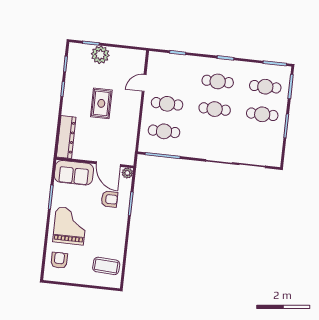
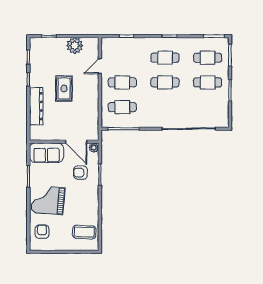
plant: (100, 55) -> (75, 45), moved
dresser: (66, 137) -> (36, 106), moved
armchair: (109, 199) -> (81, 173), turned 180
grand piano: (70, 226) -> (48, 200), turned -85

